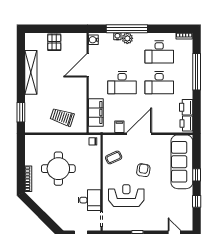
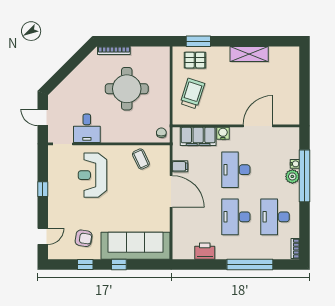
water cooler: (93, 40) -> (223, 133), moved
pallet: (54, 42) -> (195, 60), moved
door: (88, 65) -> (258, 126), hinge flipped
shelving: (31, 72) -> (249, 54), width x0.68
printer: (186, 123) -> (184, 251), removed
armchair: (143, 170) -> (84, 238), moved
reception desk: (126, 196) -> (92, 175), turned 180

